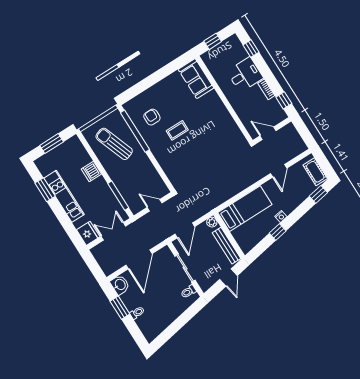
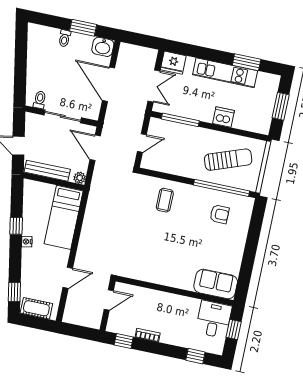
desk: (245, 75) -> (214, 319), moved, turned 180
coffee table: (177, 130) -> (165, 200), moved
door: (279, 171) -> (68, 278), swing flipped

